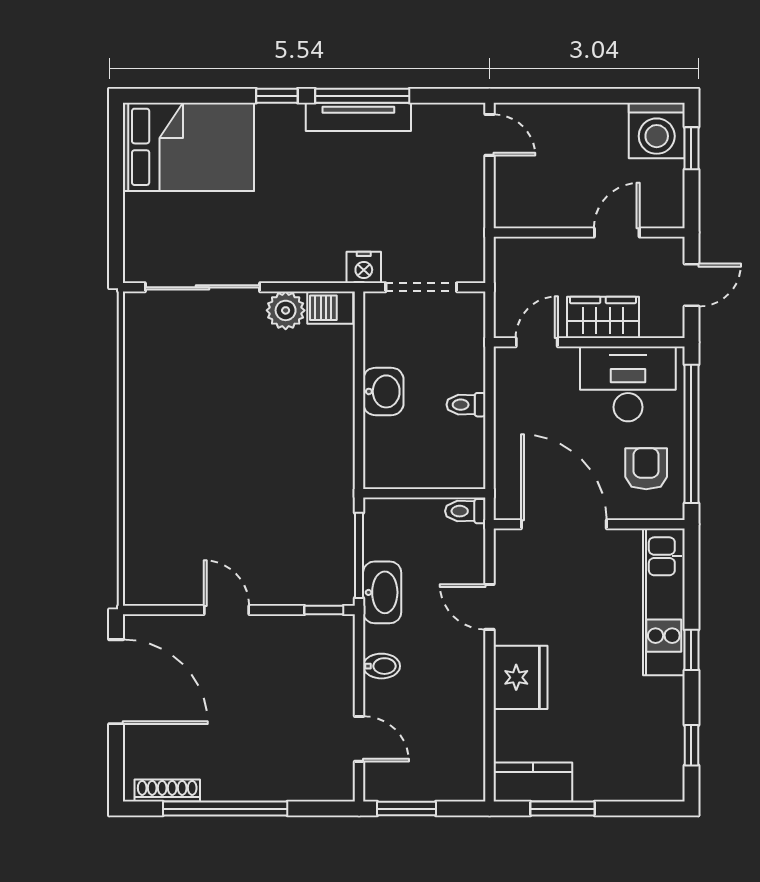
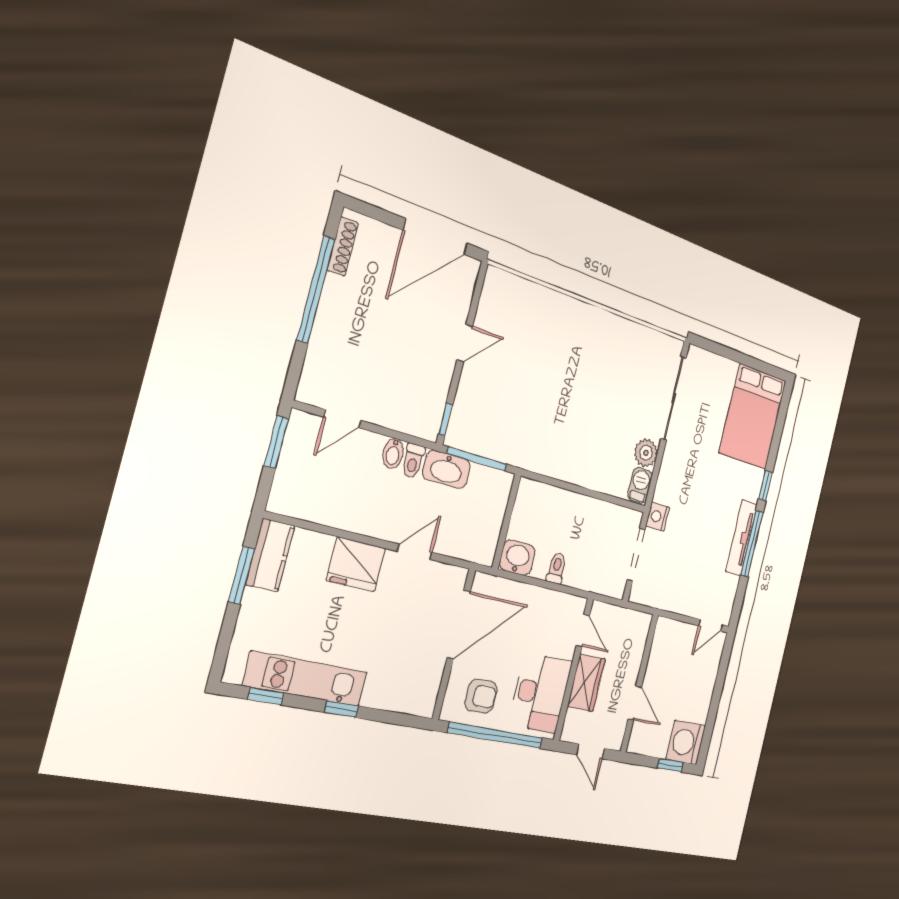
washbasin: (383, 391) -> (517, 558), moved, turned 180
toilet: (465, 511) -> (413, 461), moved, turned 180
kitchen unit: (664, 602) -> (306, 679), moved

